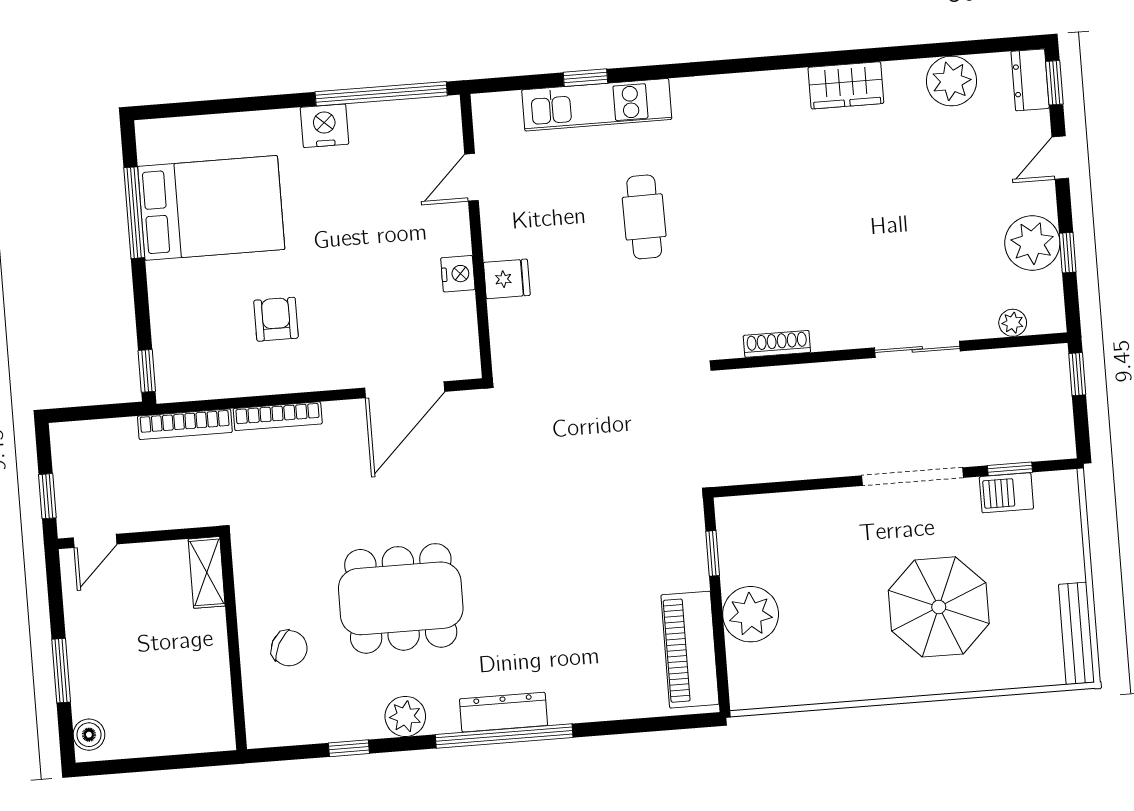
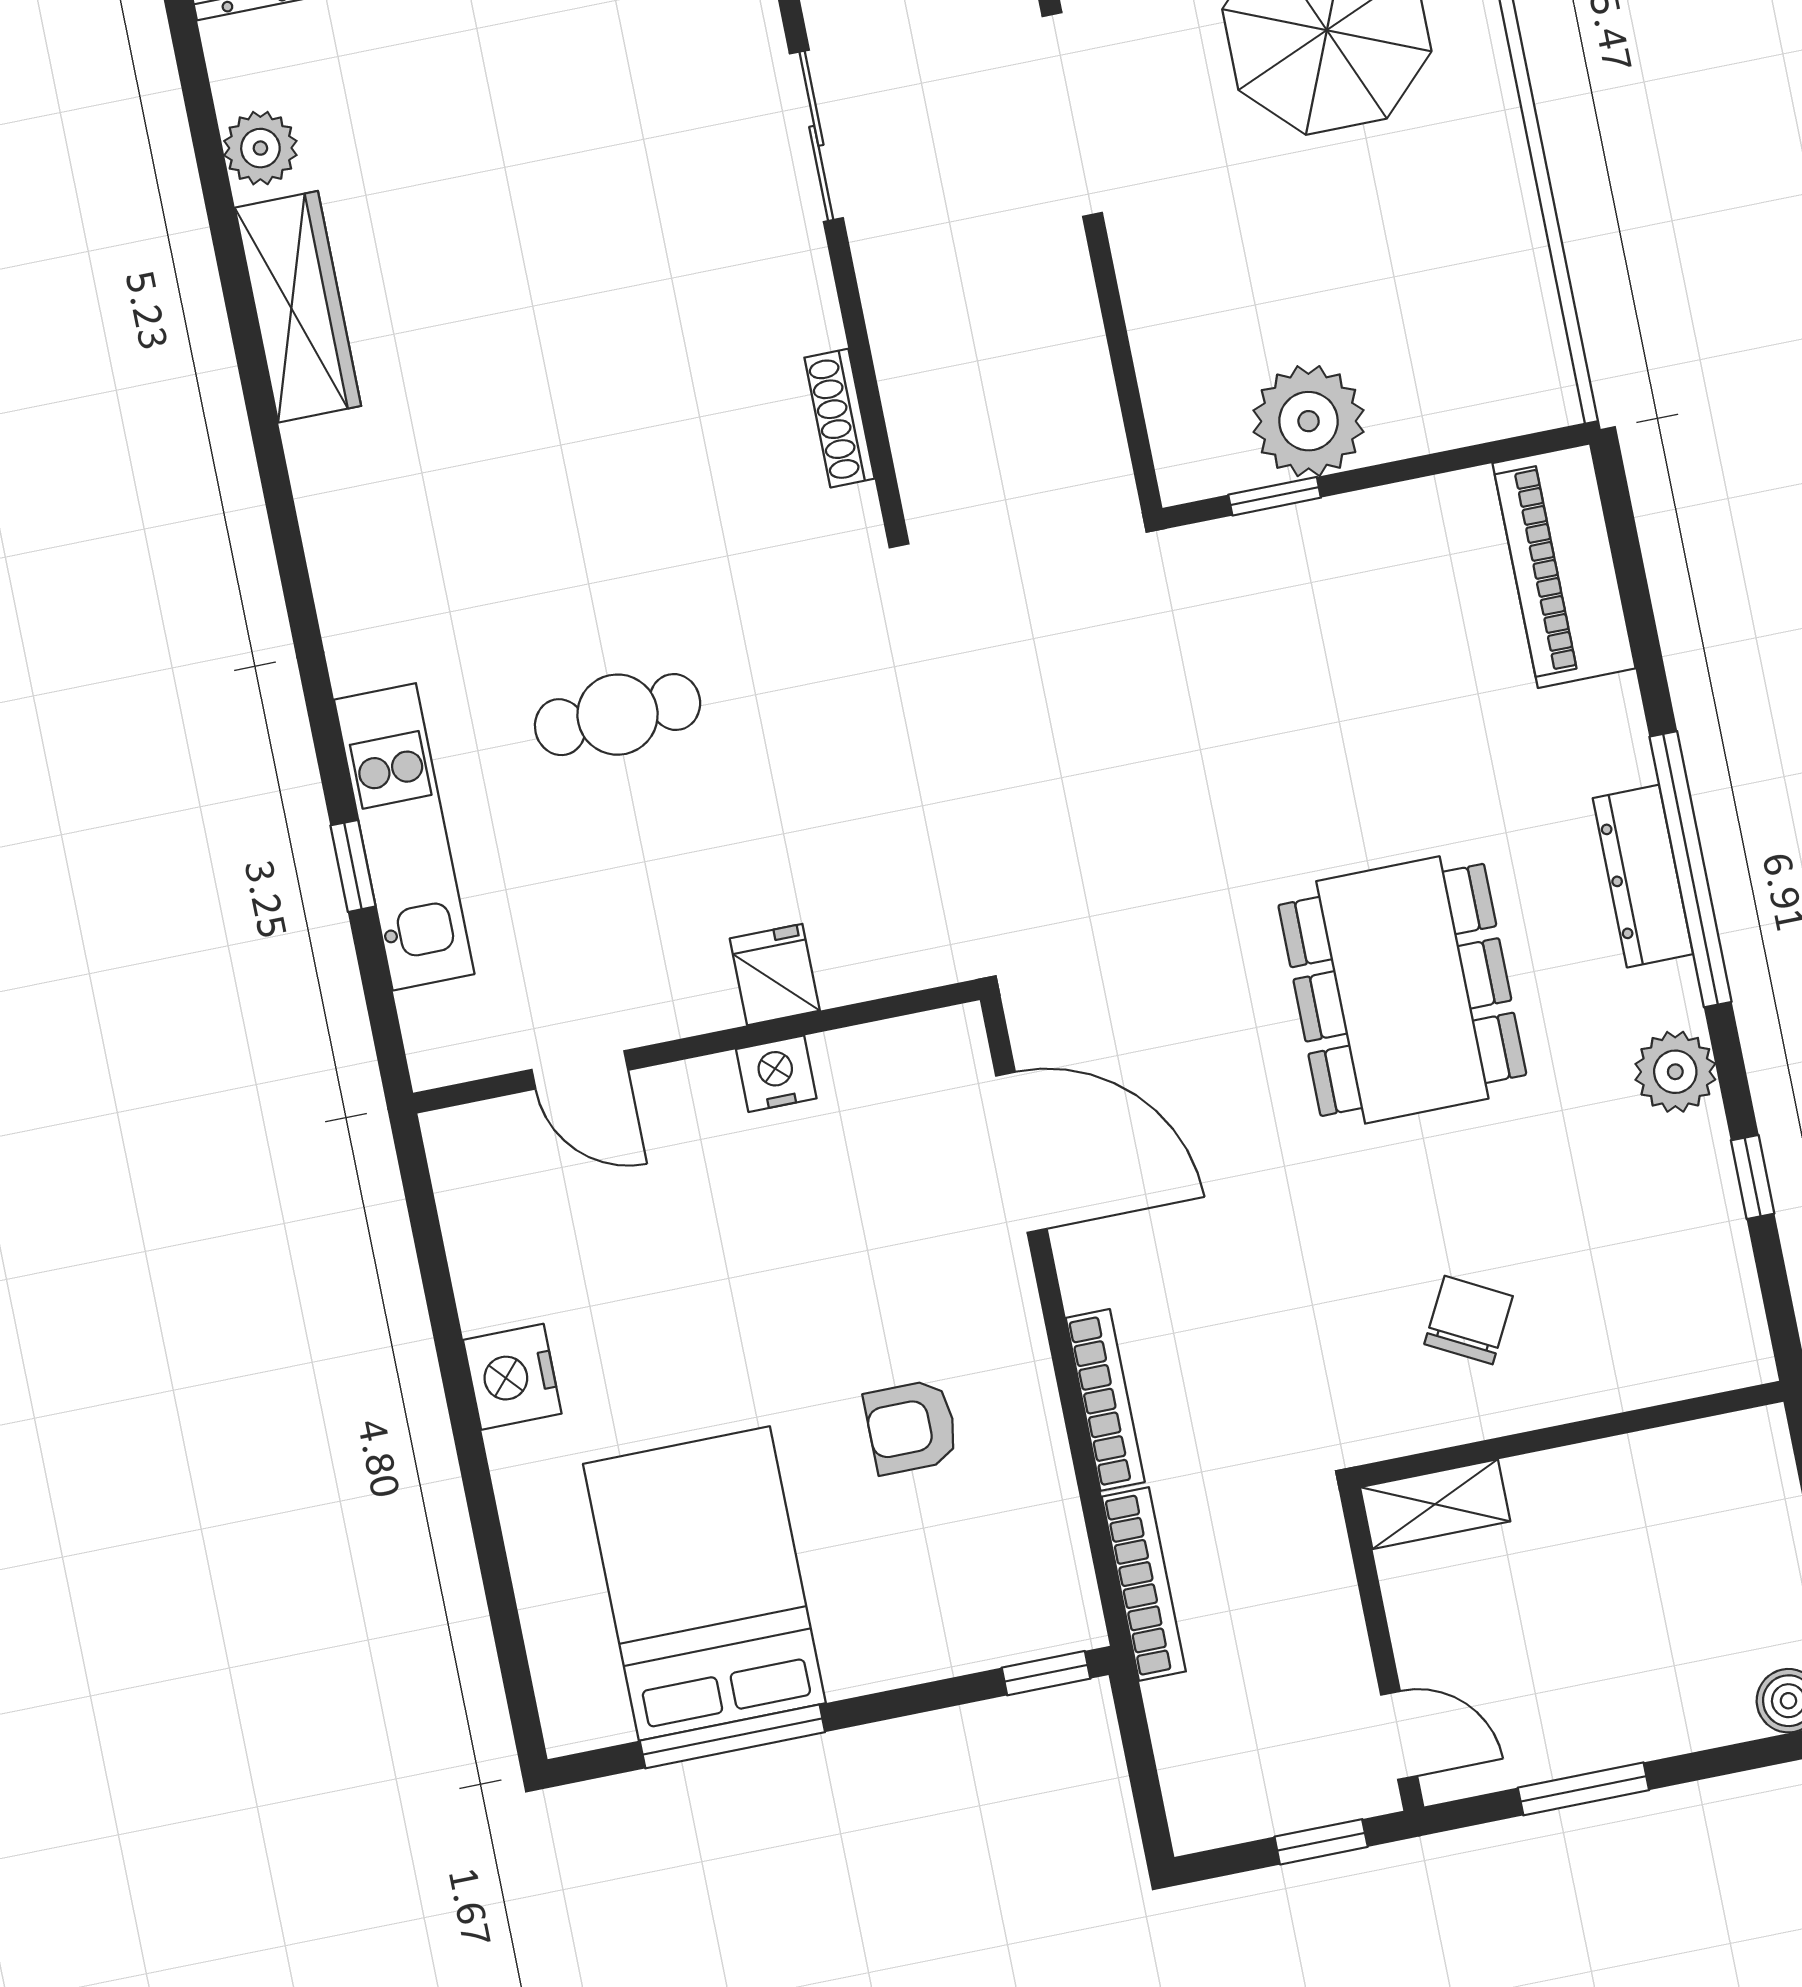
plant: (951, 81) -> (260, 148), width x0.73, depth x0.73
wardrobe: (846, 85) -> (298, 307), width x1.50
window: (381, 94) -> (435, 1271), removed
dining table: (401, 598) -> (1402, 990), moved
plant: (751, 614) -> (1309, 421), moved
chair: (289, 648) -> (1469, 1320), moved
piano: (690, 650) -> (1564, 566), moved, turned 90
window: (61, 671) -> (1583, 1789), moved

